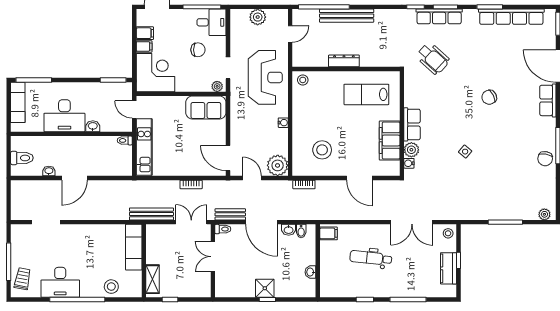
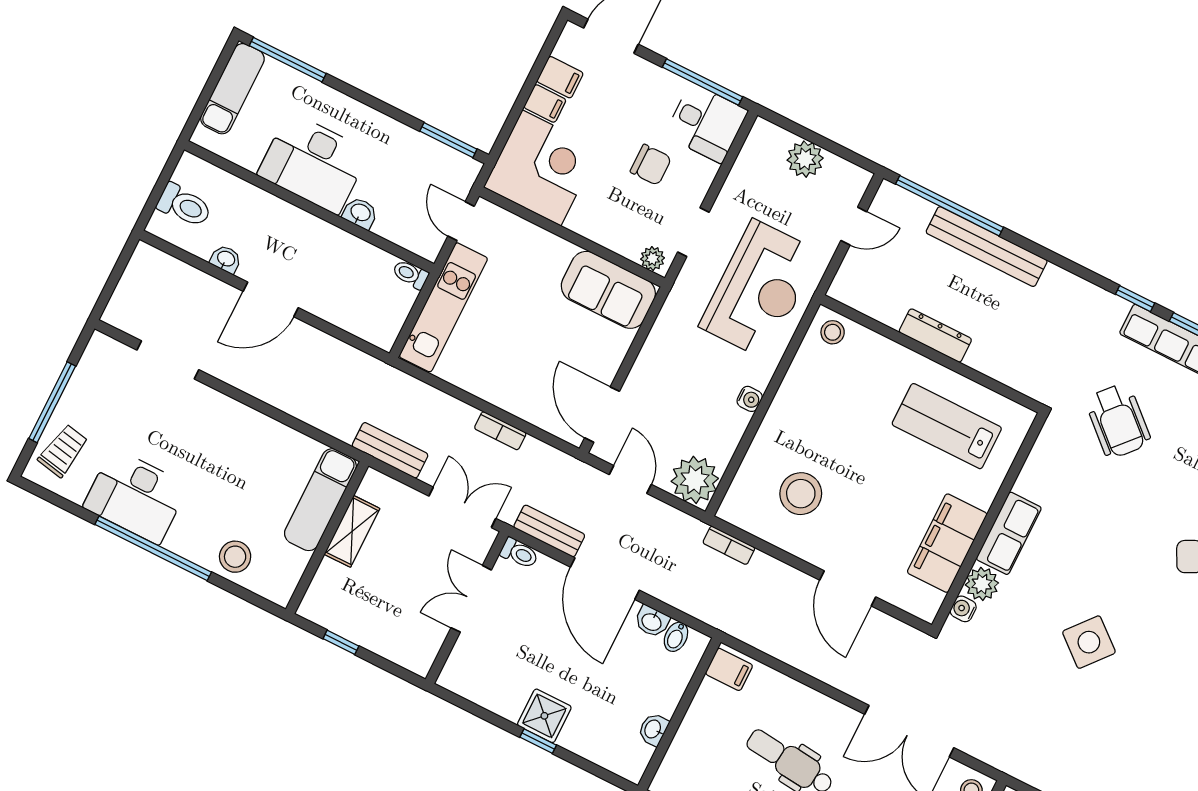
side table: (465, 152) -> (1089, 642), width x1.87, depth x1.87
bench: (151, 214) -> (390, 450), width x0.73
shelving: (152, 279) -> (352, 531), moved

